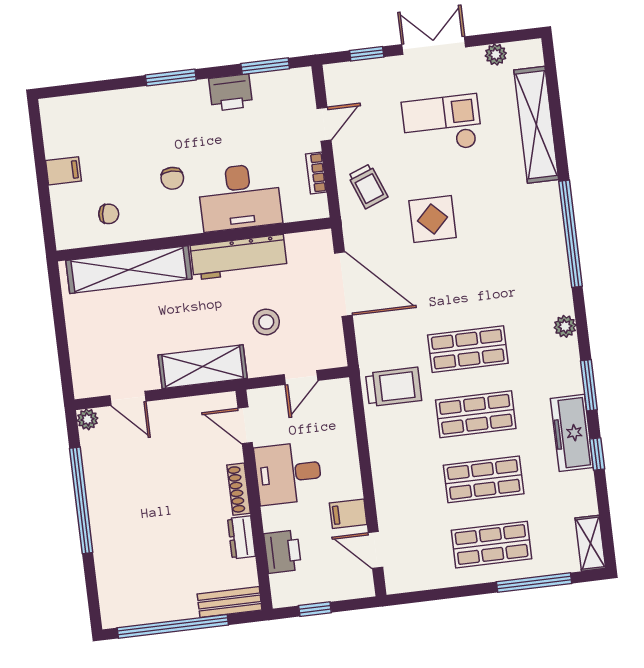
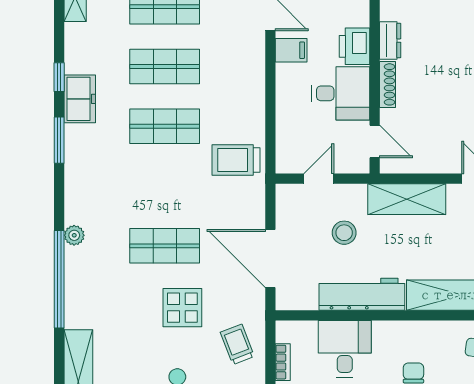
desk: (240, 197) -> (345, 349), width x0.73
plant: (565, 326) -> (74, 235), moved
shop shelf: (468, 349) -> (165, 246), moved
freezer: (572, 433) -> (80, 99), width x0.71
printer: (283, 552) -> (355, 46), moved

